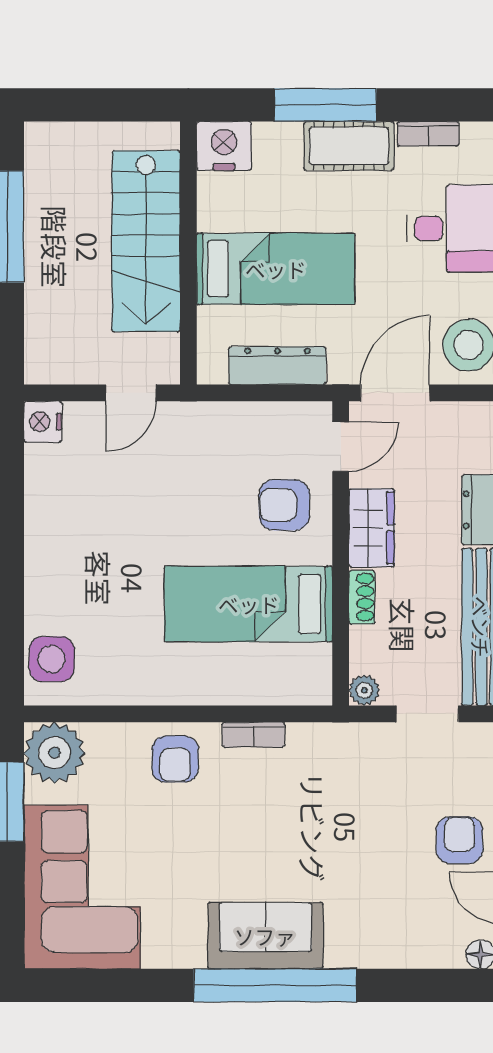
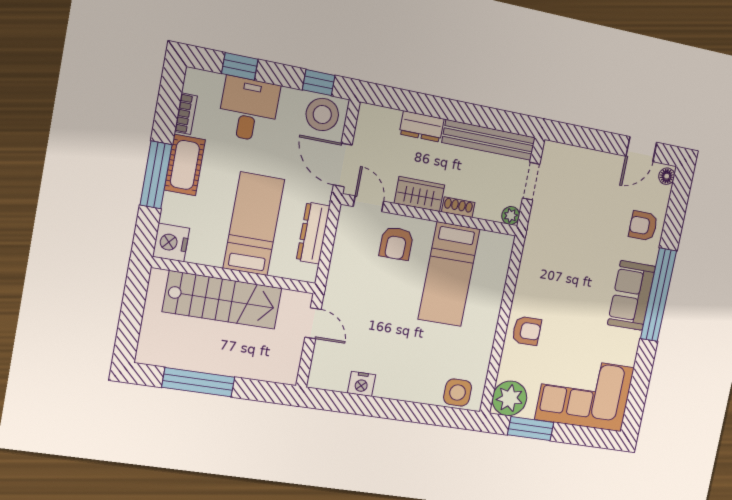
nightstand: (43, 422) -> (362, 384), moved
bookcase: (254, 735) -> (522, 284), removed
armchair: (459, 840) -> (643, 226), moved

